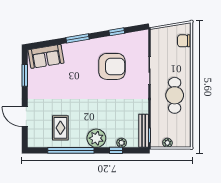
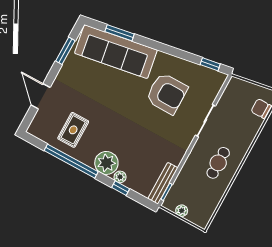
window: (117, 32) -> (210, 64), moved
window: (77, 38) -> (120, 33), moved
sofa: (46, 56) -> (116, 52), width x1.85, depth x1.27
cafe table: (175, 95) -> (218, 163), width x0.73, depth x0.74
plant: (122, 143) -> (120, 177), moved

